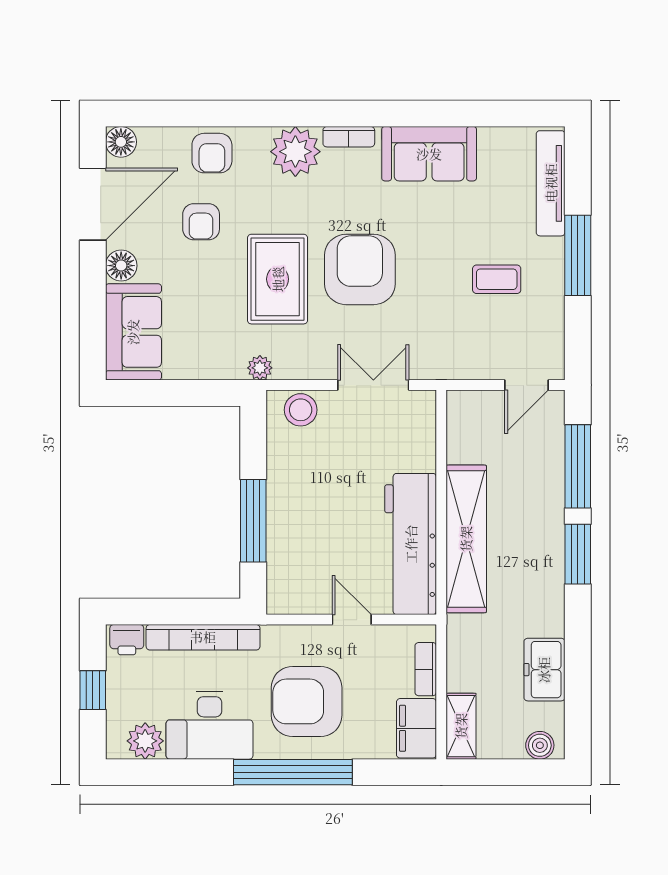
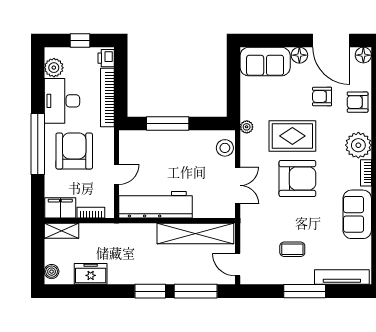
coffee table: (497, 279) -> (292, 249), turned 90
shelving: (466, 539) -> (195, 234), moved

